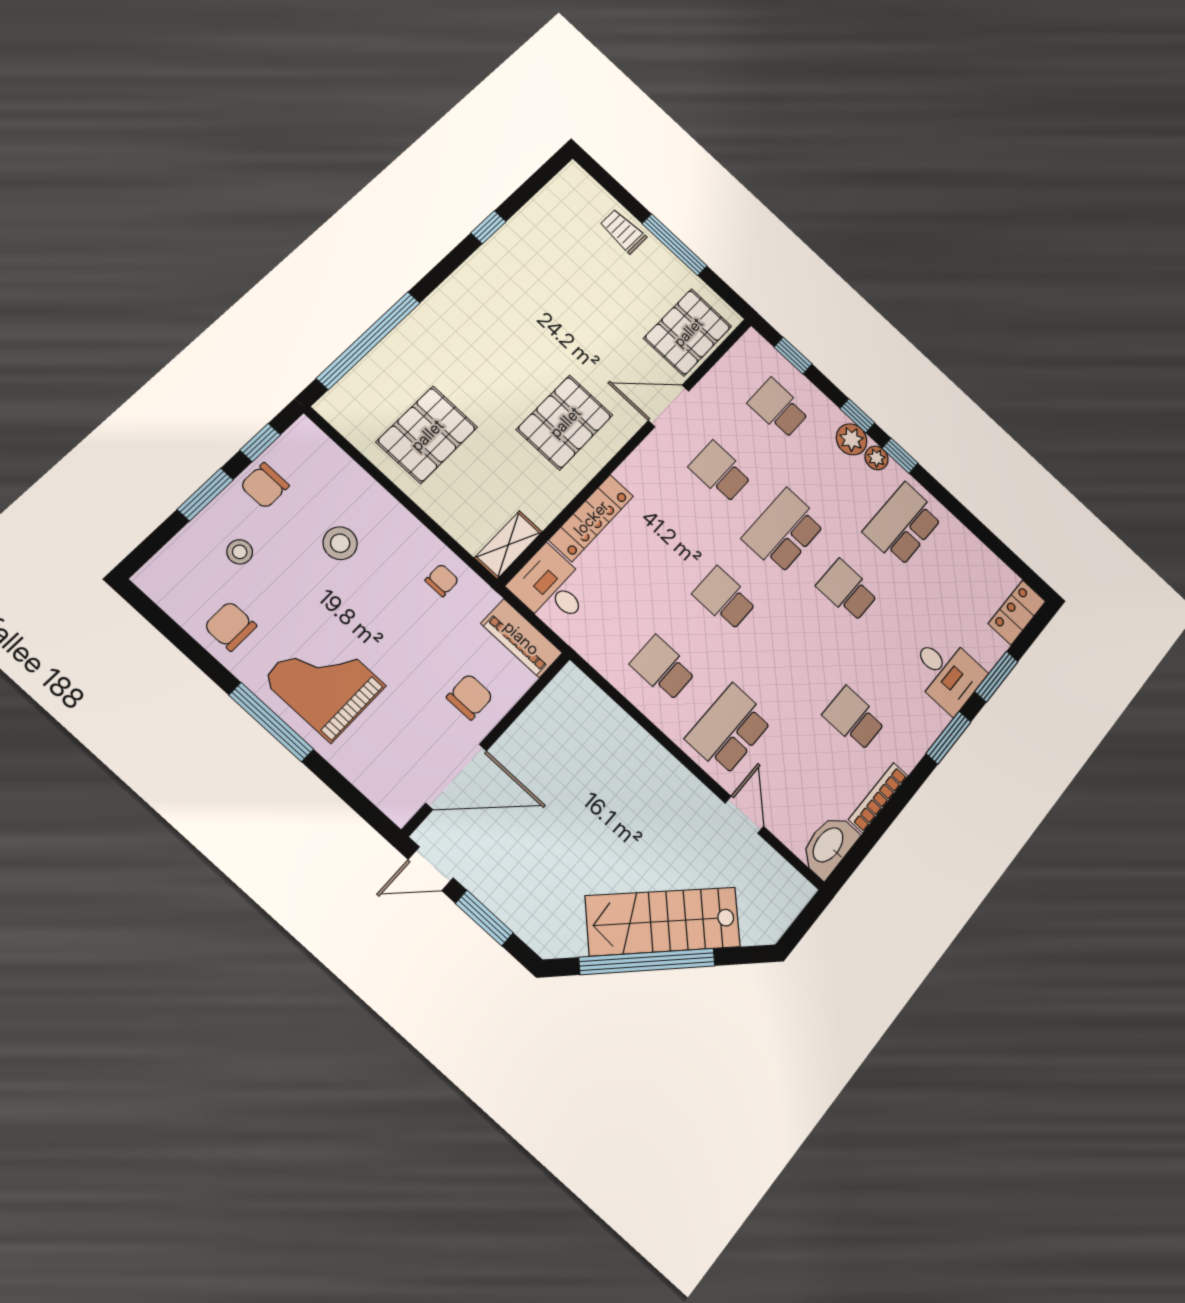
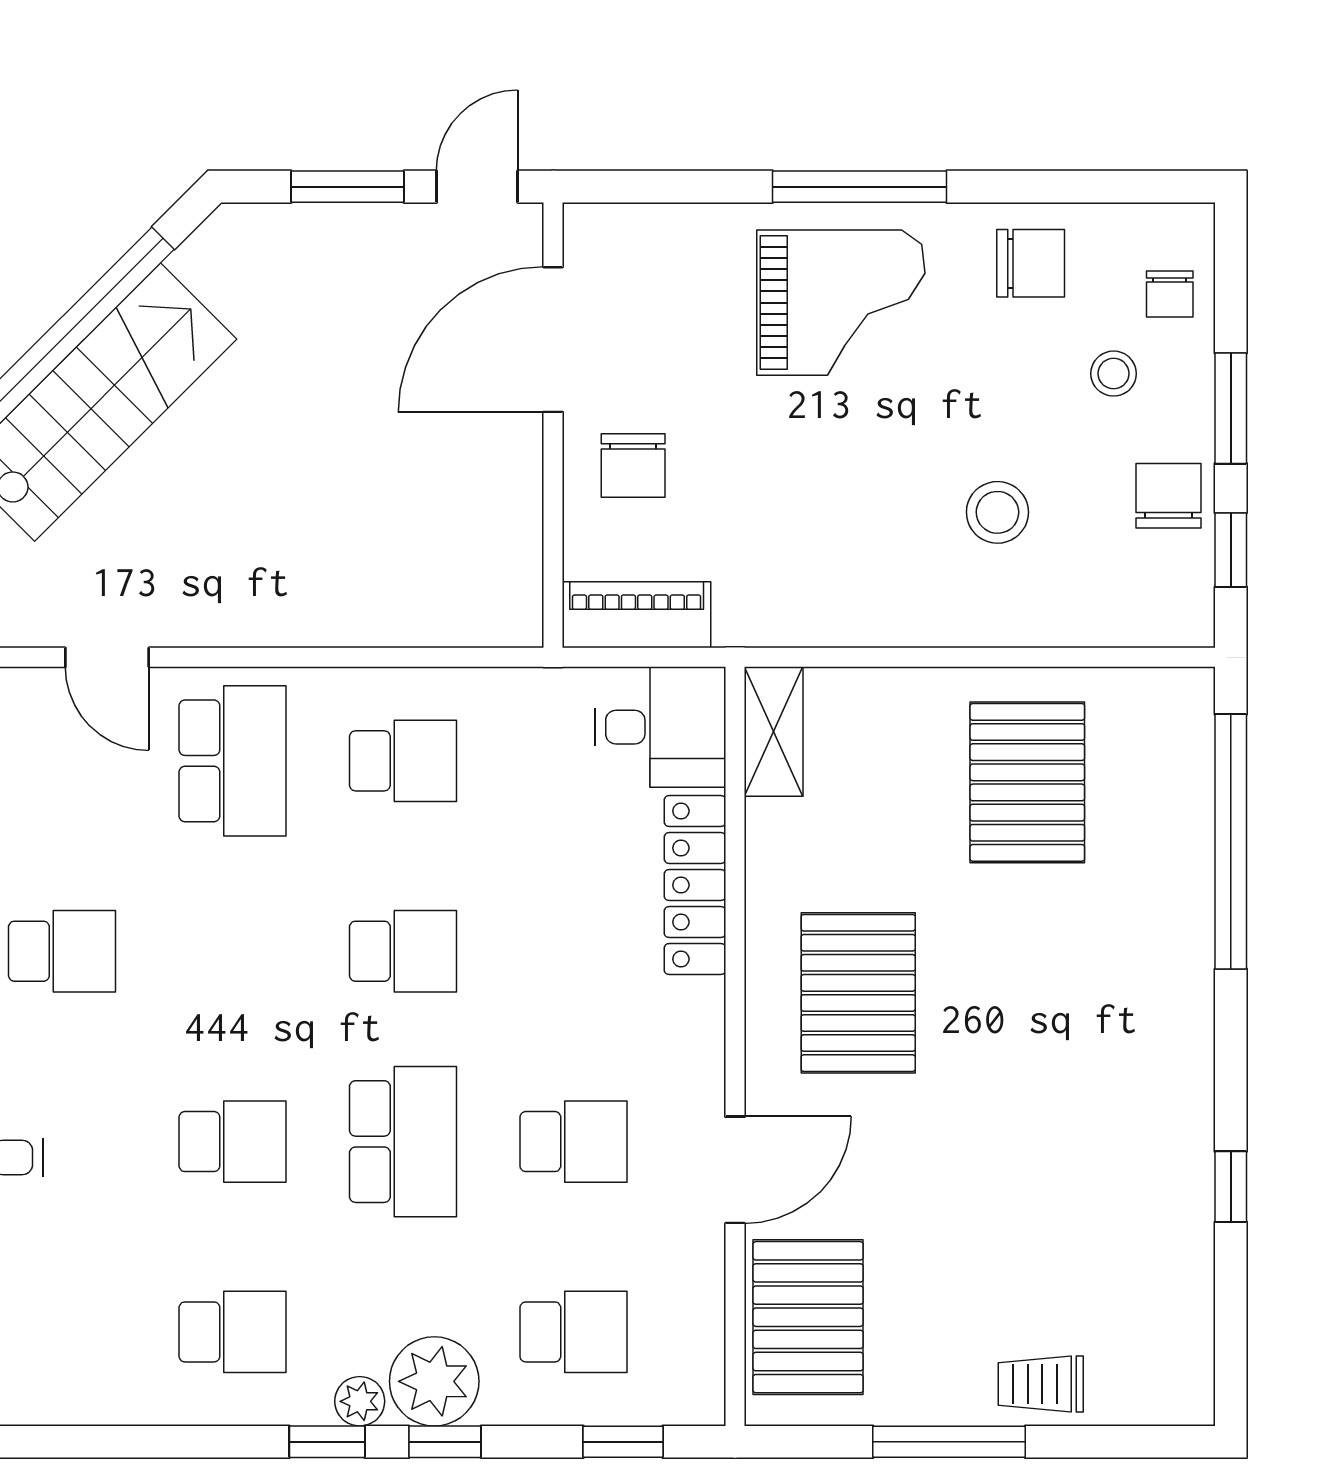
trolley: (623, 231) -> (1041, 1384), turned 180
plant: (852, 439) -> (434, 1381), width x1.36, depth x1.36
school desk: (903, 524) -> (232, 1332), width x0.54
chair: (442, 580) -> (1170, 294), moved

